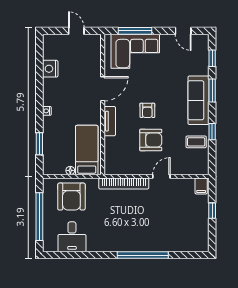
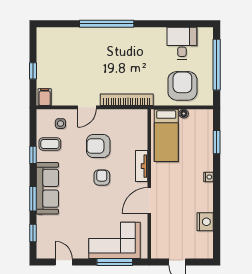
side table: (186, 161) -> (60, 124), added

